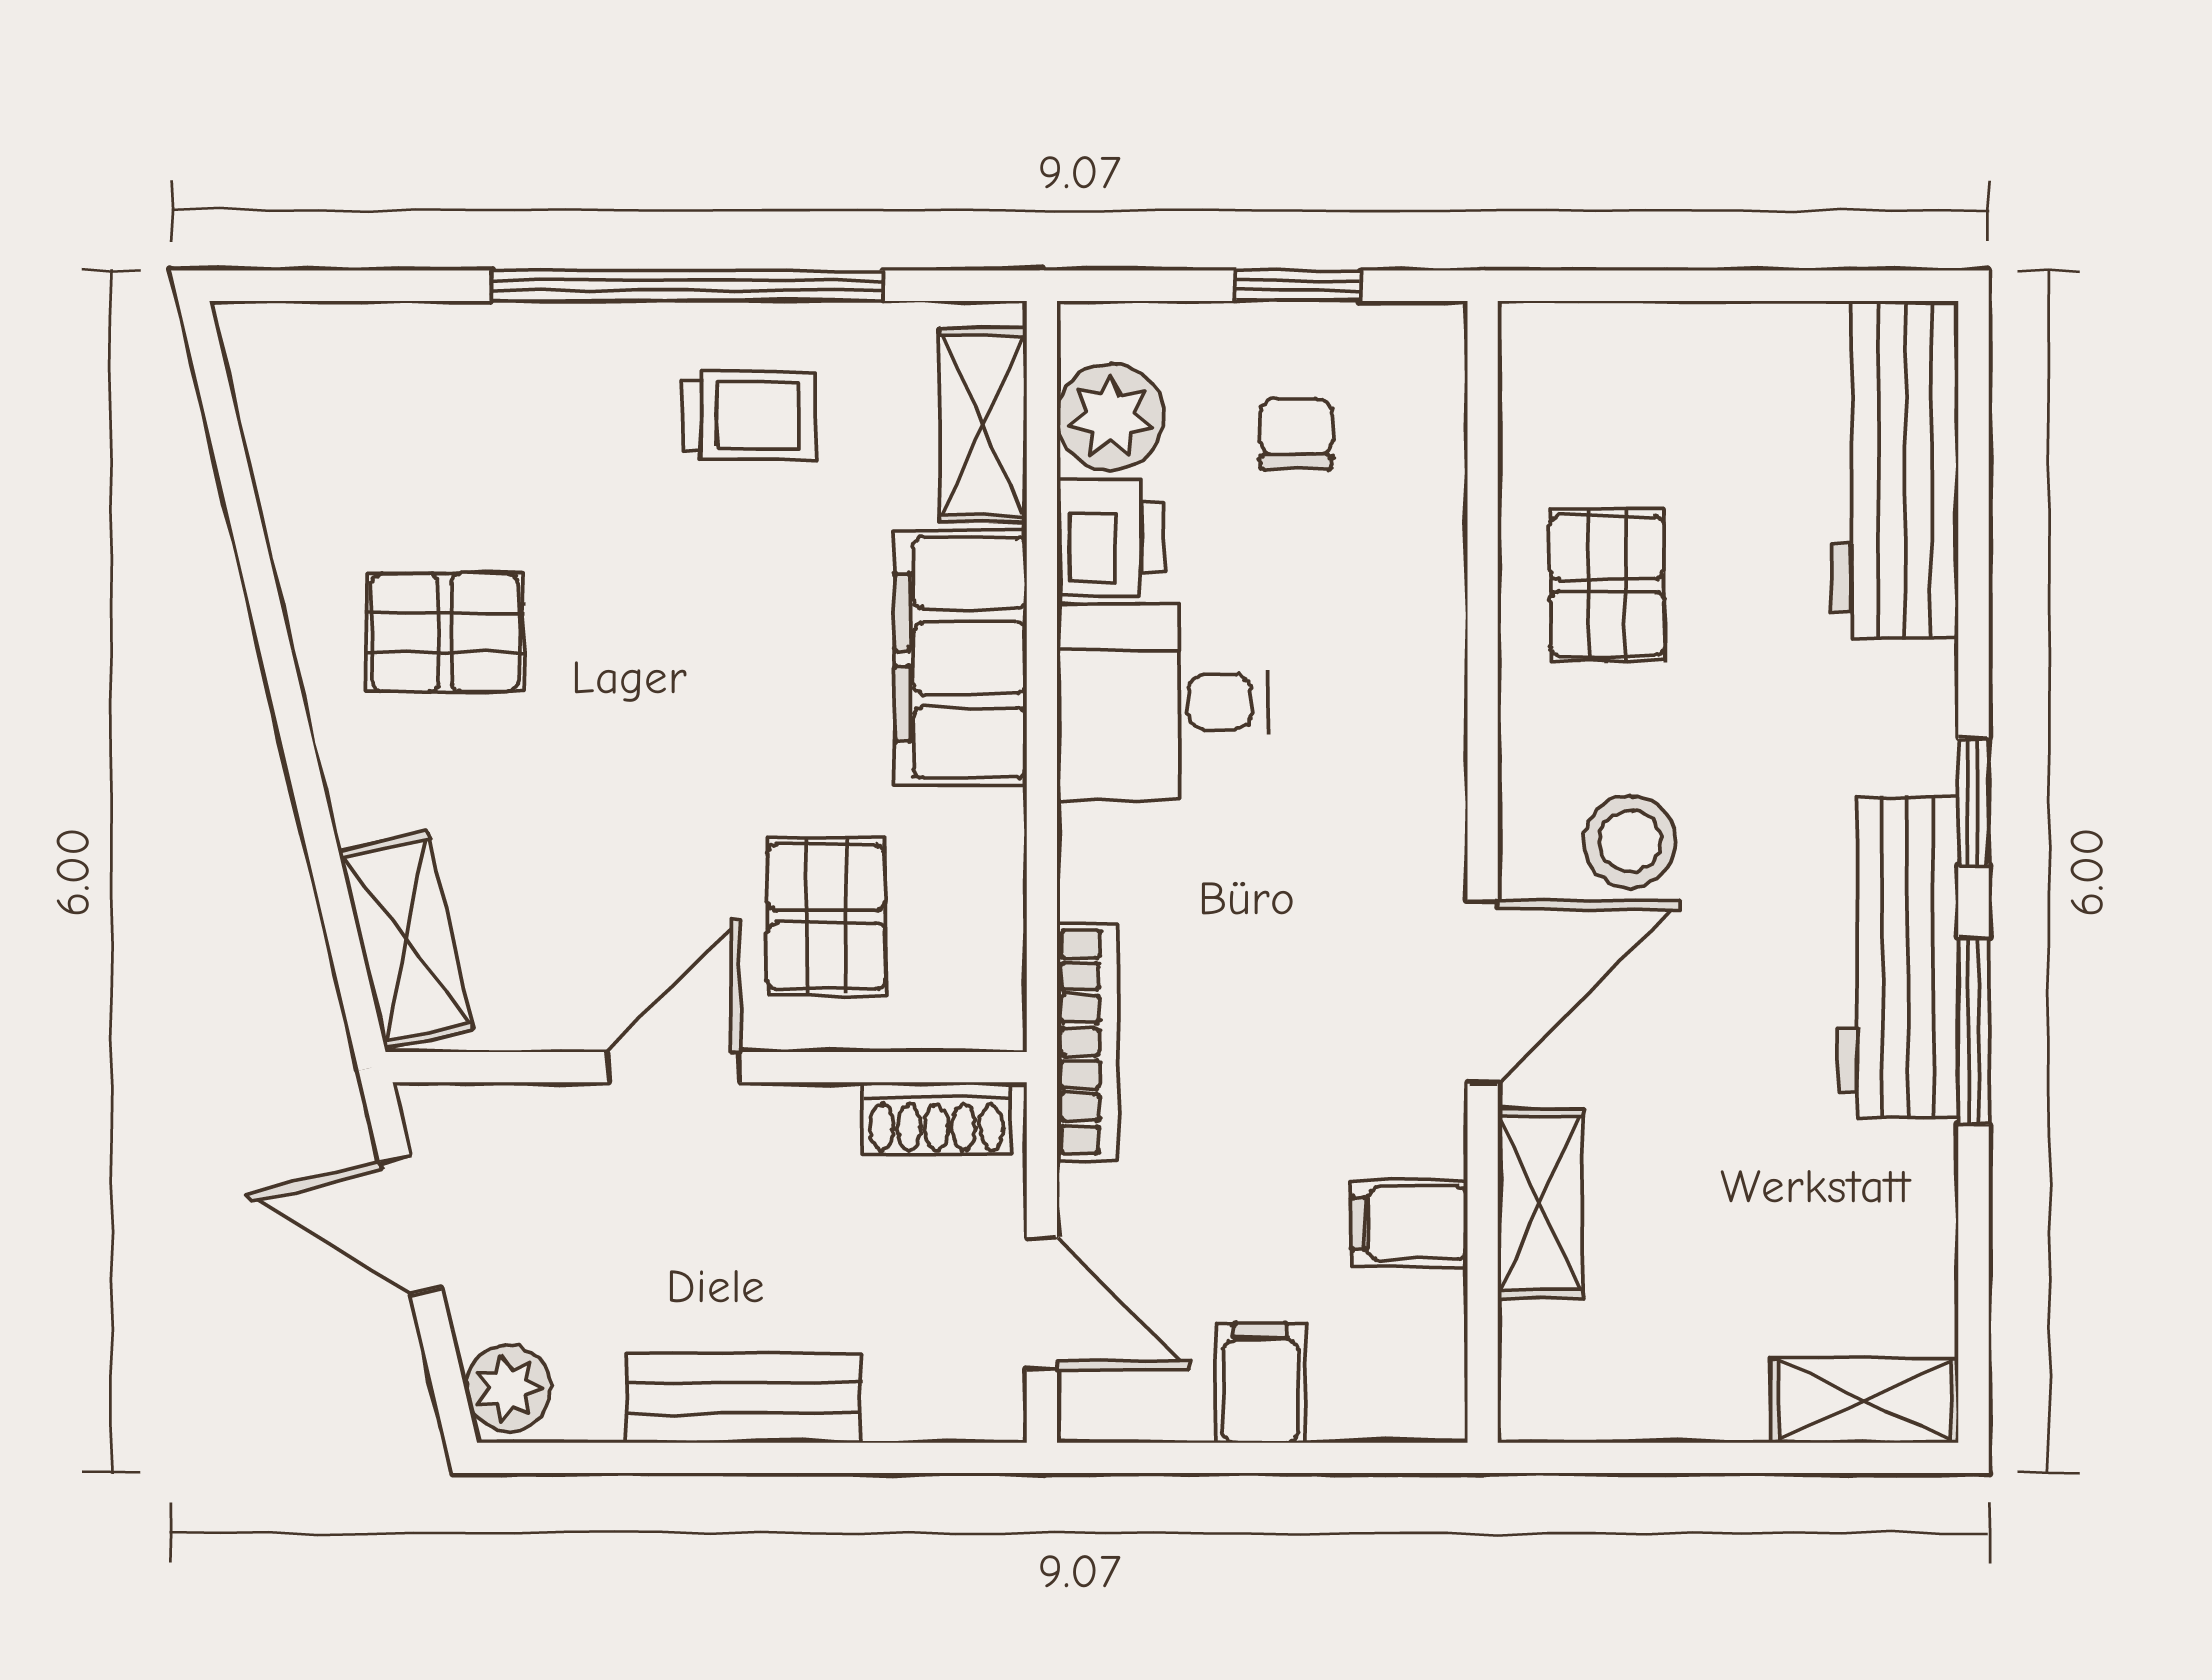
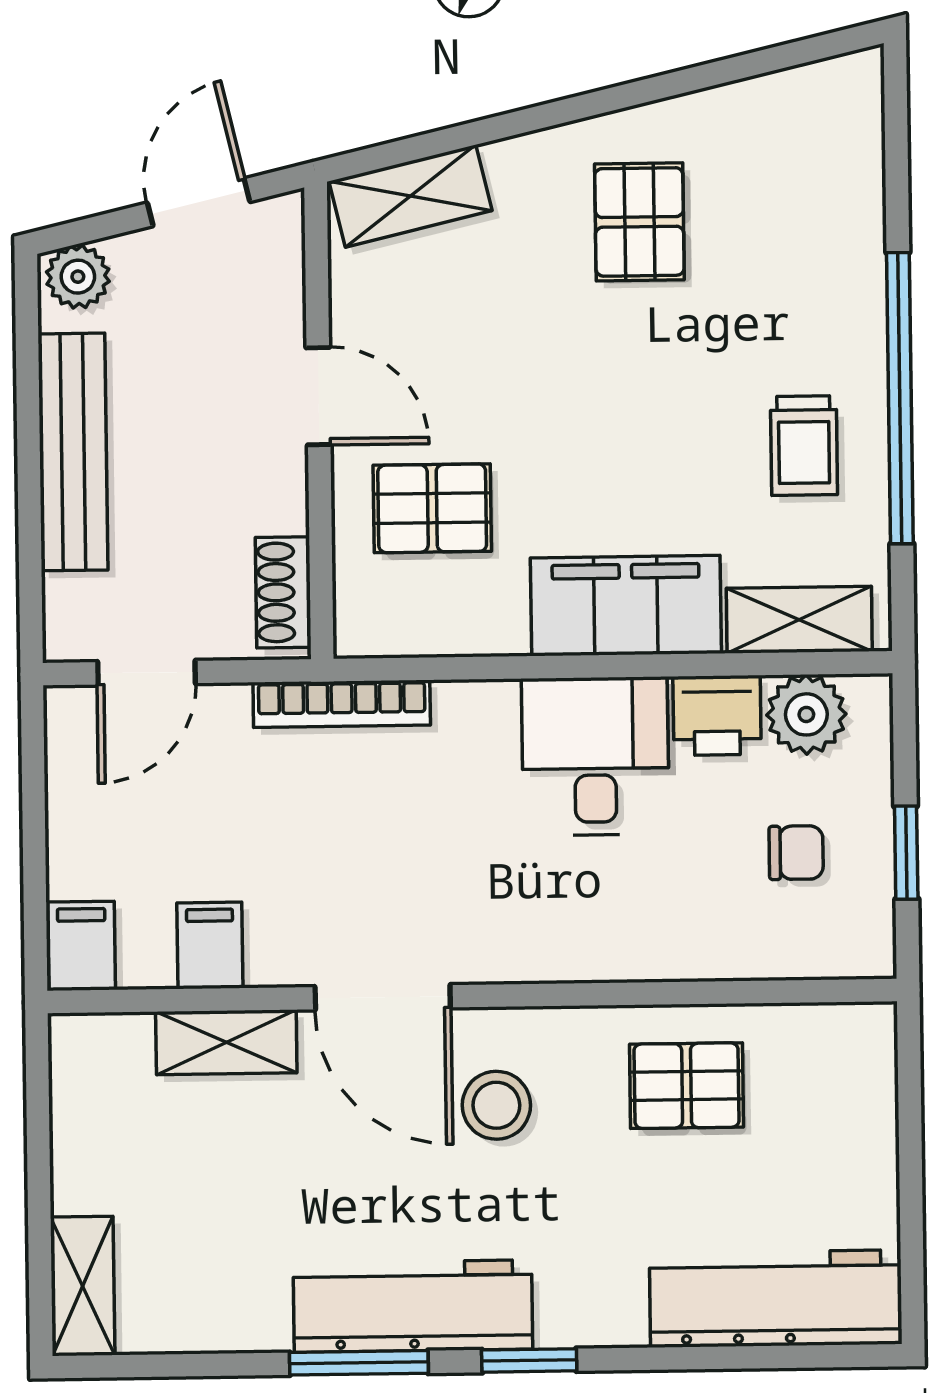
filing cabinet: (1260, 1383) -> (82, 946), moved, turned -90
bench: (744, 1398) -> (73, 452), width x1.36

